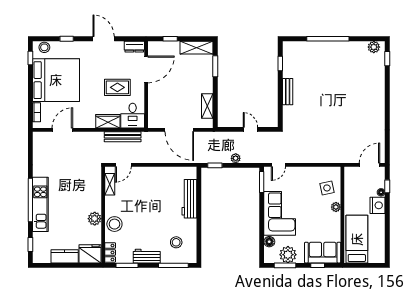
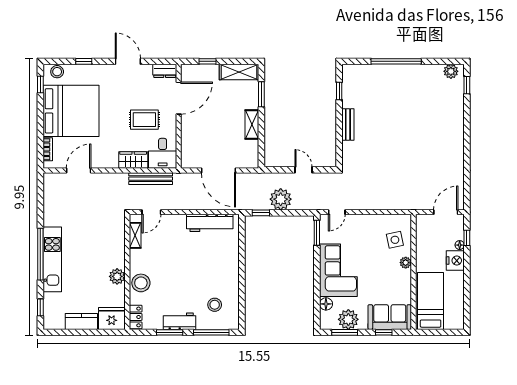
shelving: (207, 106) -> (252, 124), moved
plant: (236, 158) -> (281, 199), width x1.88, depth x1.88
workbench: (189, 199) -> (210, 223), moved, turned -90
window: (127, 265) -> (170, 332), moved

